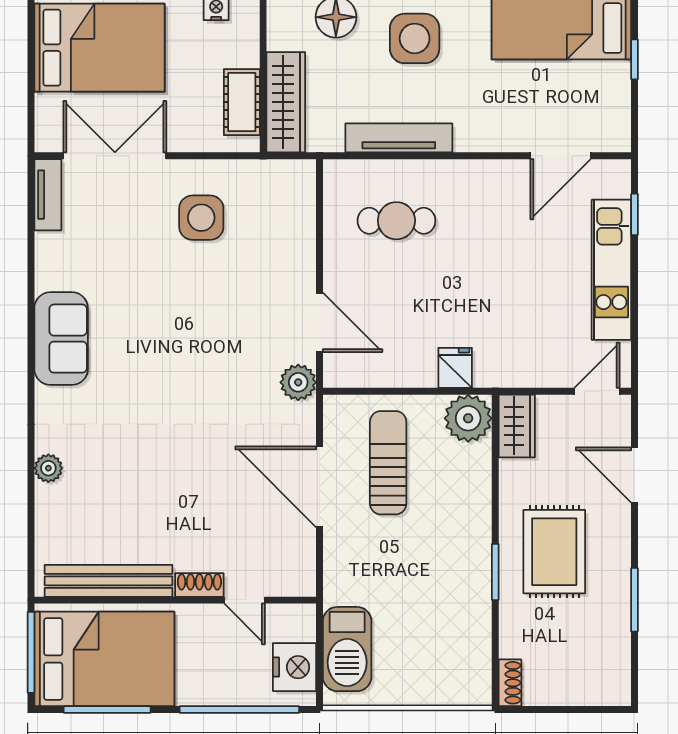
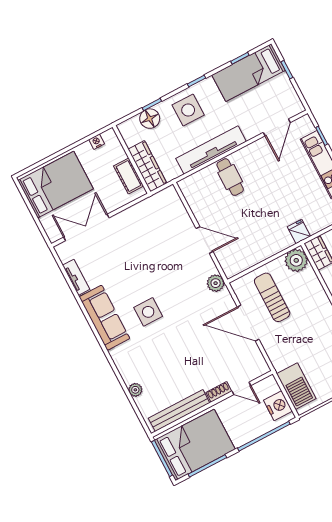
tv unit: (399, 138) -> (211, 150), width x1.36, depth x1.29
tv unit: (48, 195) -> (76, 277), moved
side table: (201, 218) -> (148, 312), moved
cafe table: (396, 221) -> (230, 177), moved, turned 90
door: (319, 322) -> (205, 240), moved
sofa: (61, 339) -> (104, 318), width x1.36
fridge: (455, 368) -> (299, 232), moved
plant: (48, 468) -> (135, 390), moved

